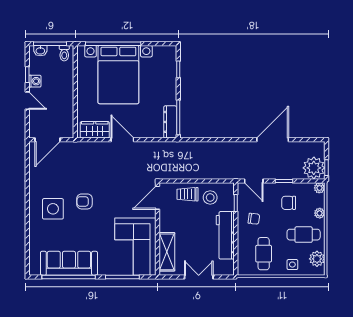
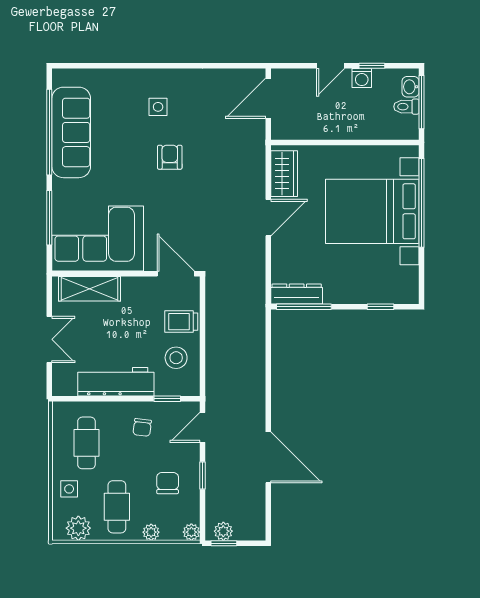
toilet: (64, 53) -> (406, 107), moved
door: (48, 140) -> (268, 98), hinge flipped
plant: (314, 168) -> (223, 531), width x0.53, depth x0.53
trolley: (187, 194) -> (181, 322), turned -90
side table: (53, 209) -> (158, 107), width x0.54, depth x0.54
cafe table: (264, 254) -> (86, 443), turned 90

